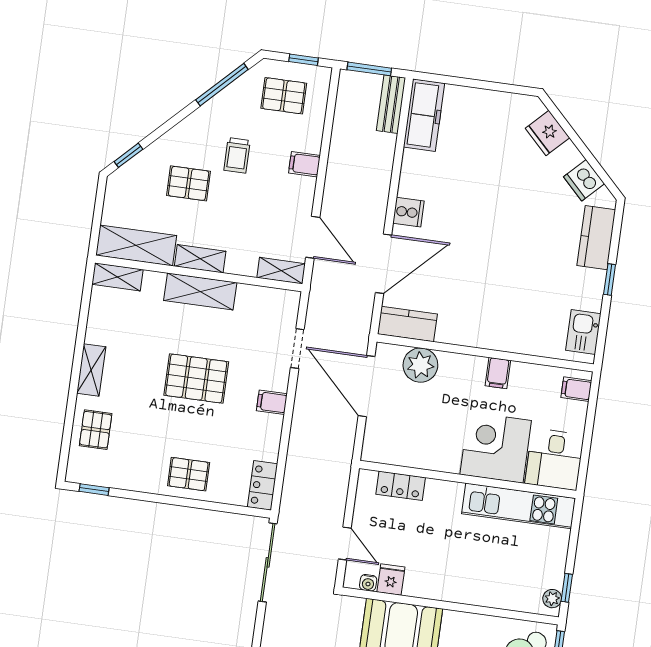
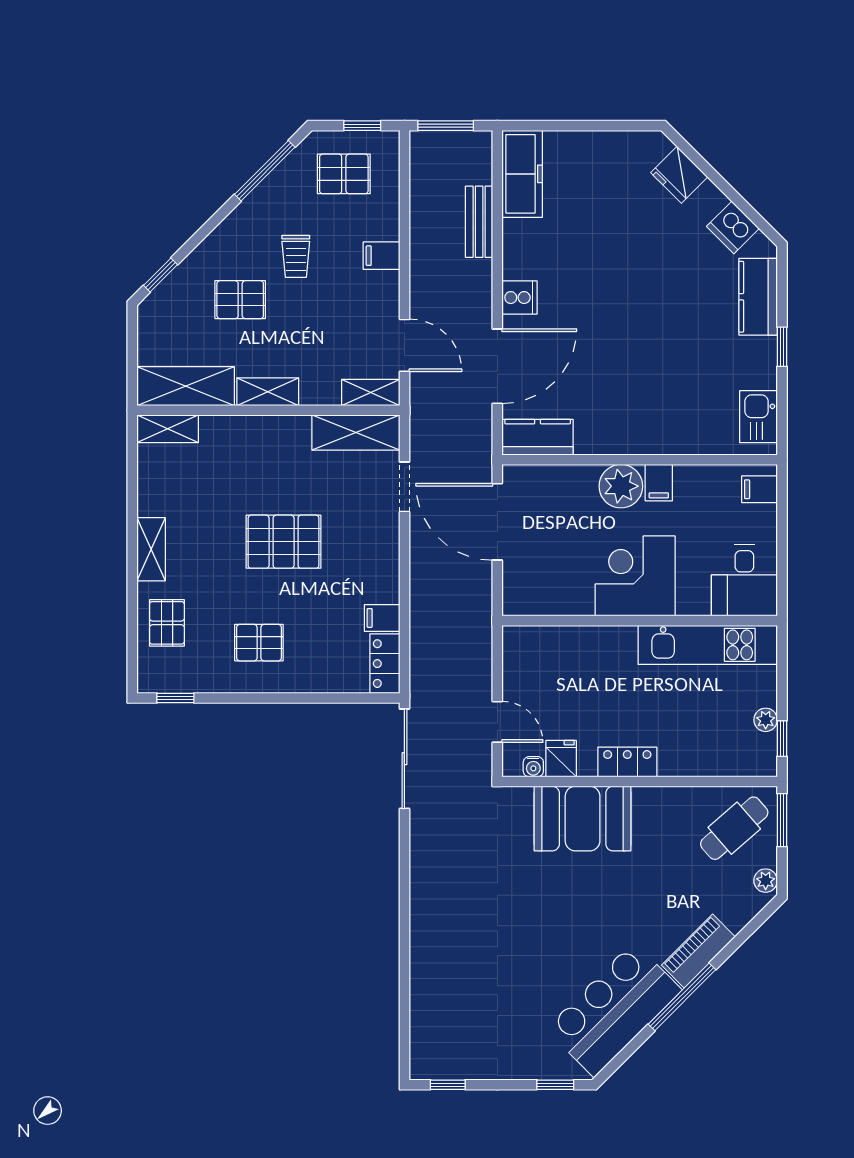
bench: (391, 104) -> (479, 222), moved
shelving: (200, 292) -> (356, 432), moved
plant: (420, 365) -> (621, 486), moved
filing cabinet: (272, 402) -> (382, 618), moved
corner desk: (496, 448) -> (635, 576), moved
pallet: (189, 474) -> (259, 643), moved
locker: (401, 486) -> (627, 762), moved, turned 180
plant: (552, 599) -> (766, 720), moved

